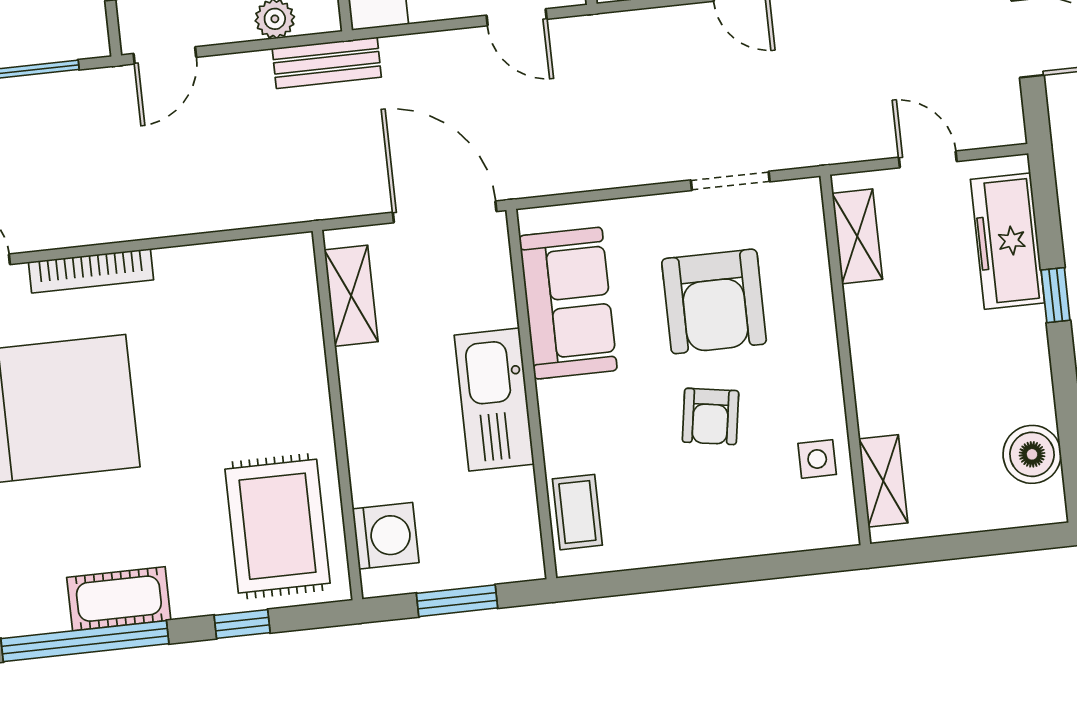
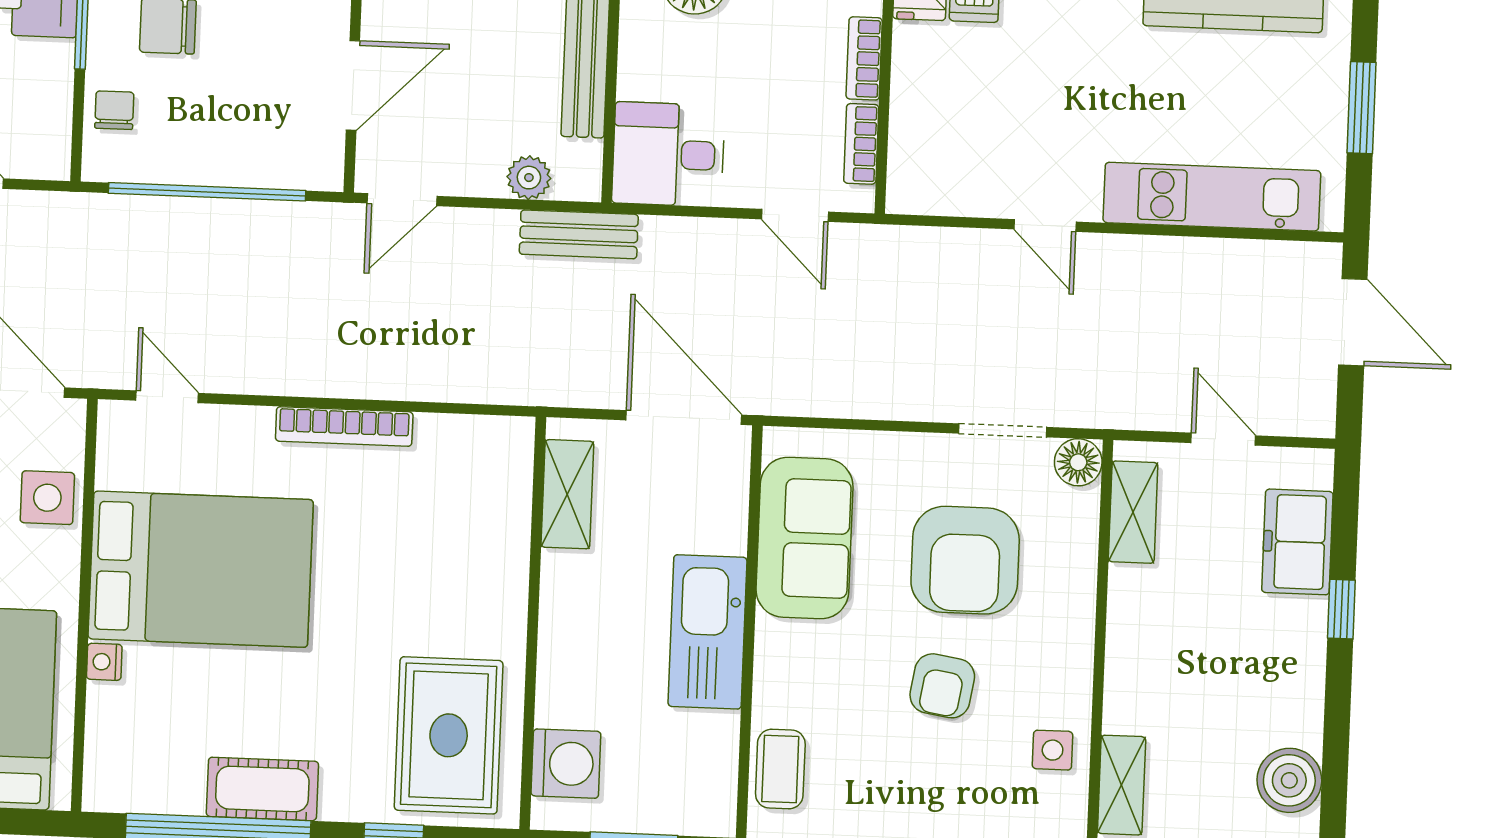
floor lamp: (802, 199) -> (1078, 462), added
freezer: (1008, 241) -> (1297, 542), width x0.71
bookcase: (91, 271) -> (344, 426), moved

